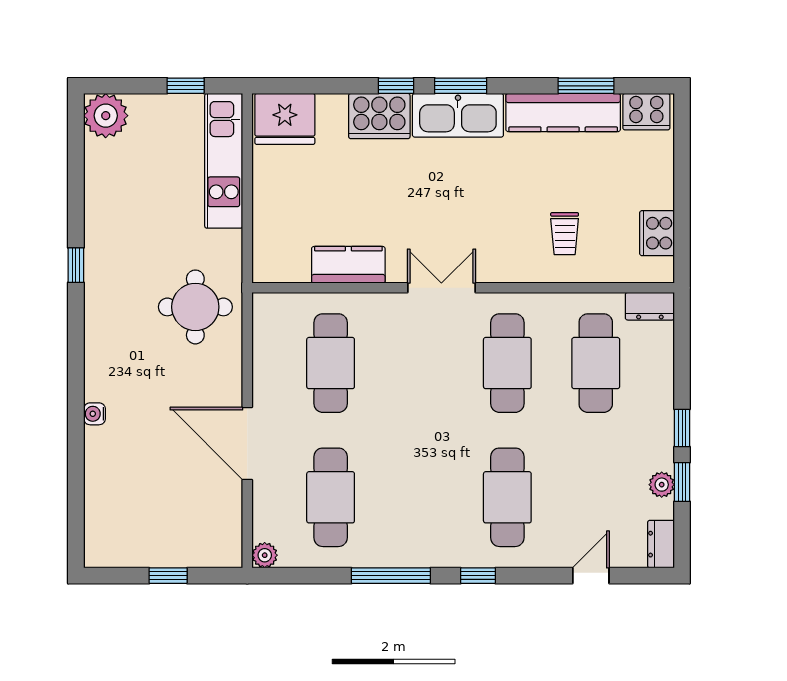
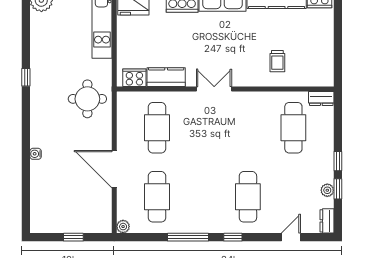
cooker: (657, 233) -> (134, 78), moved, turned 90
cafe table: (507, 363) -> (248, 128), removed

